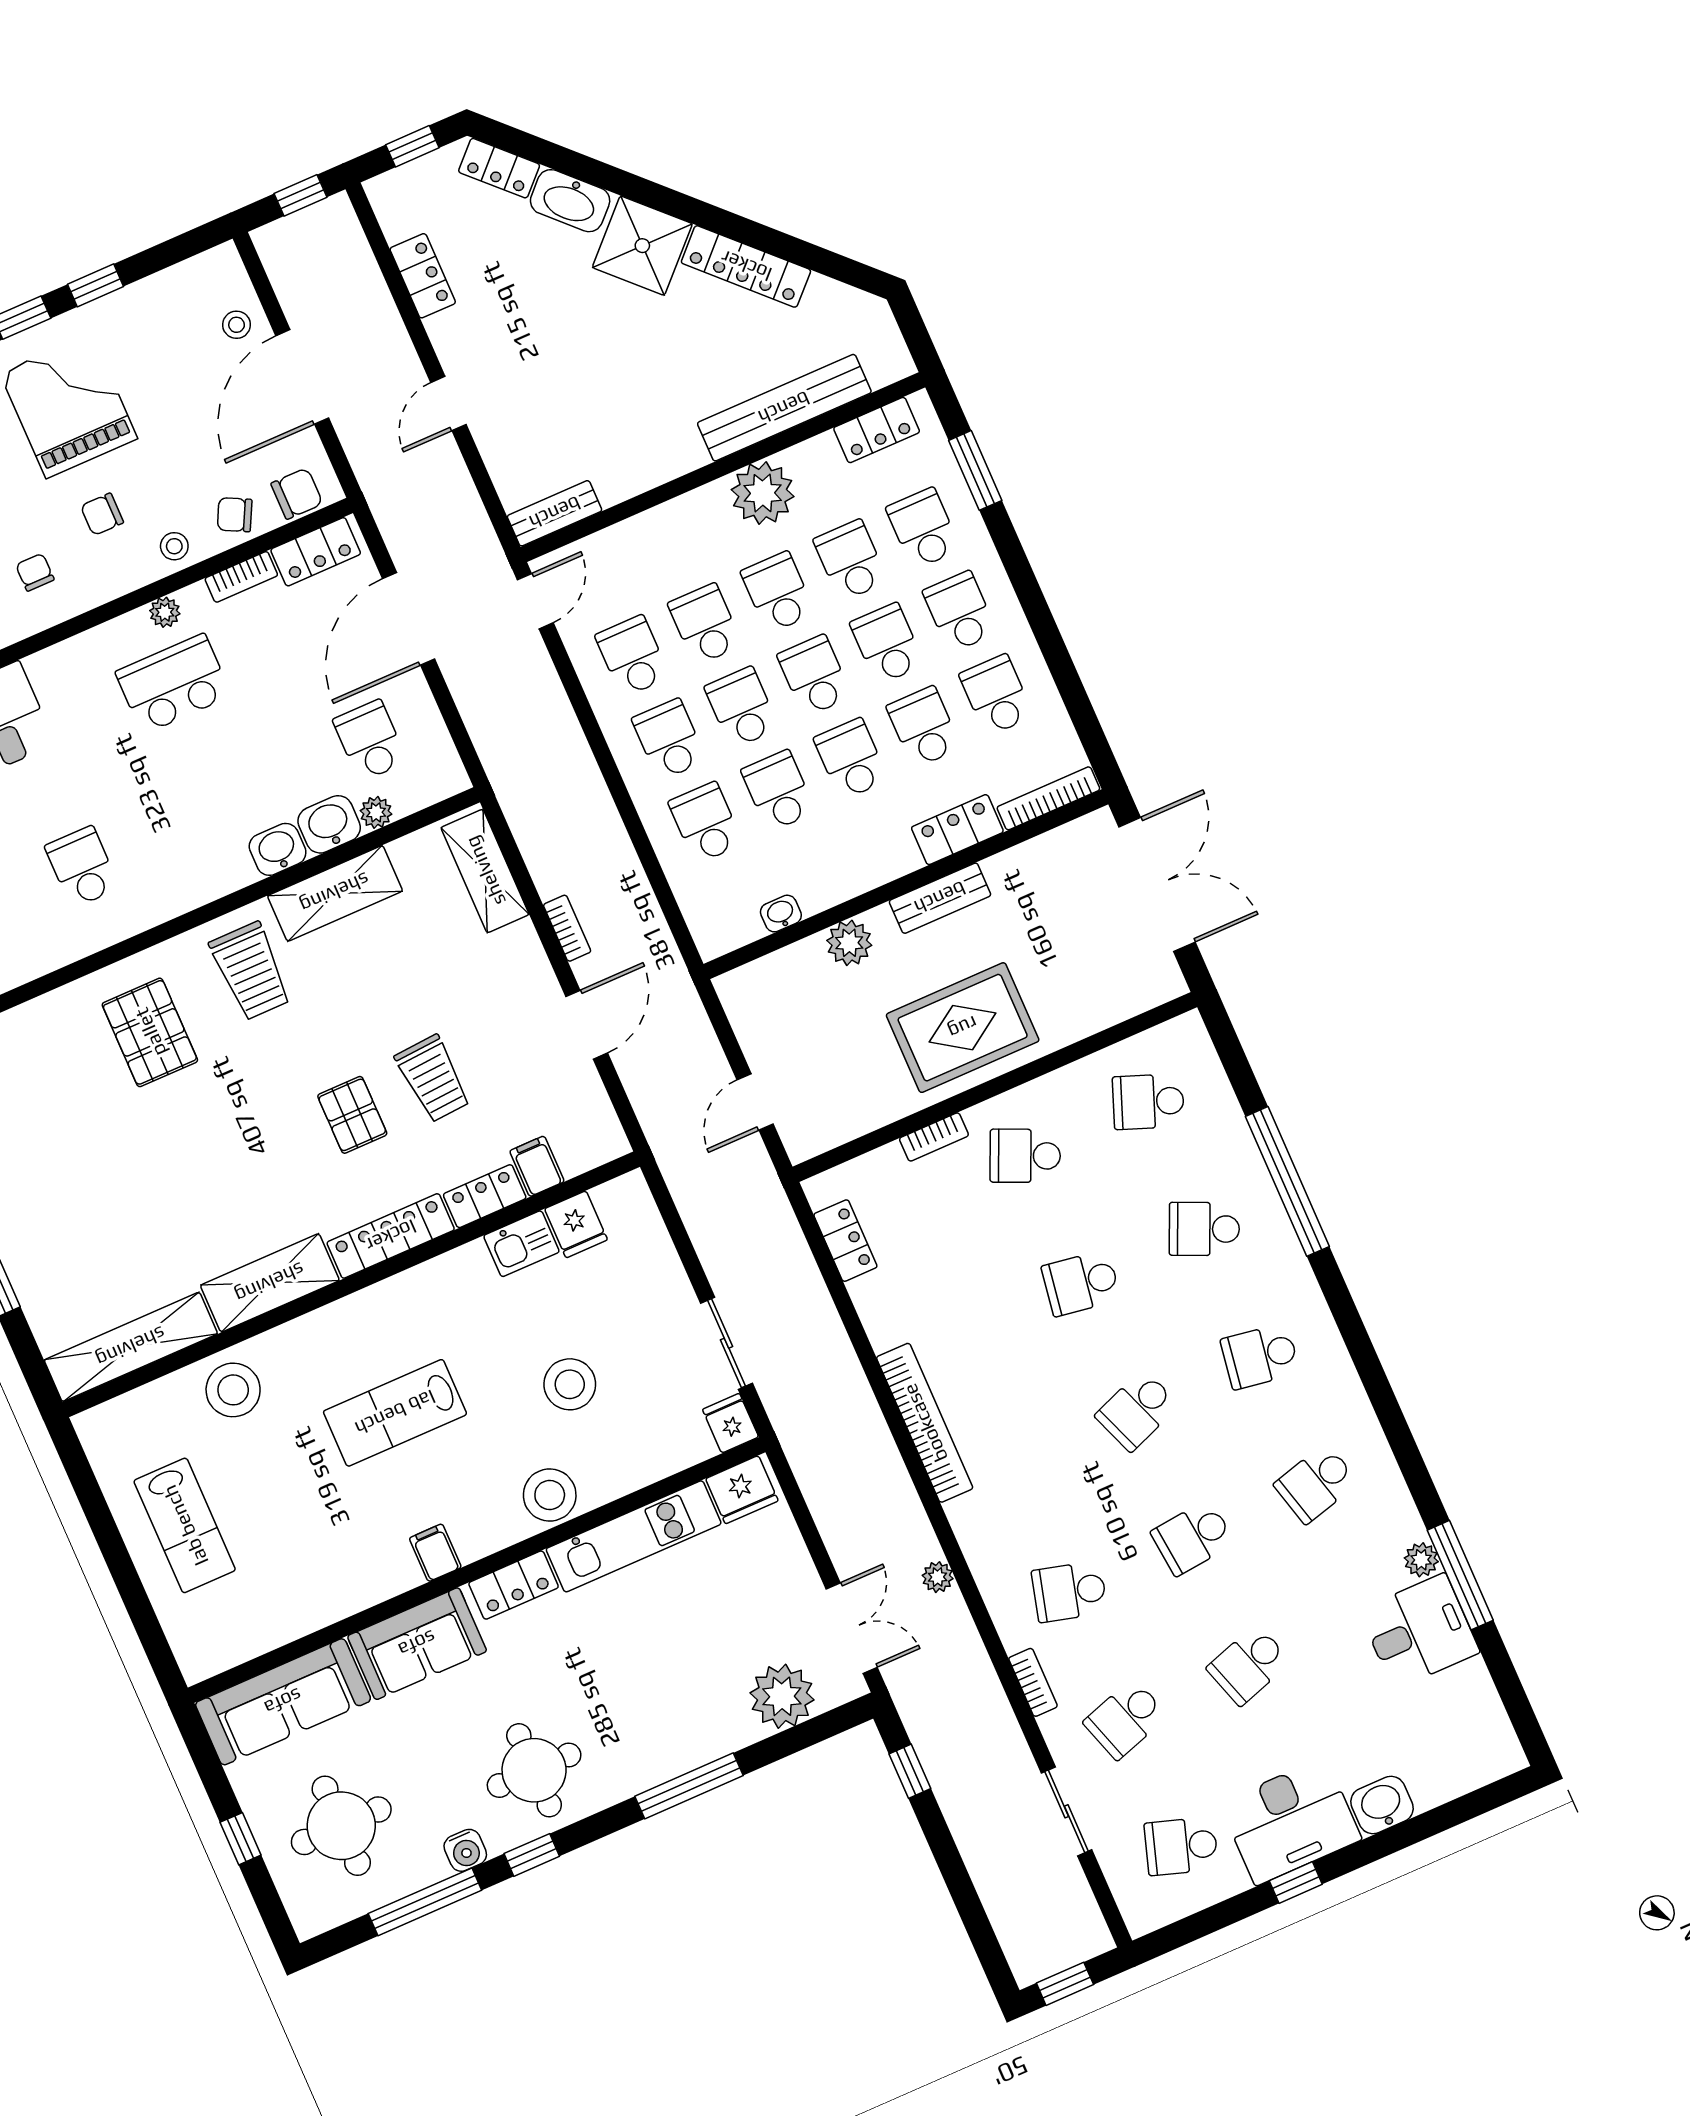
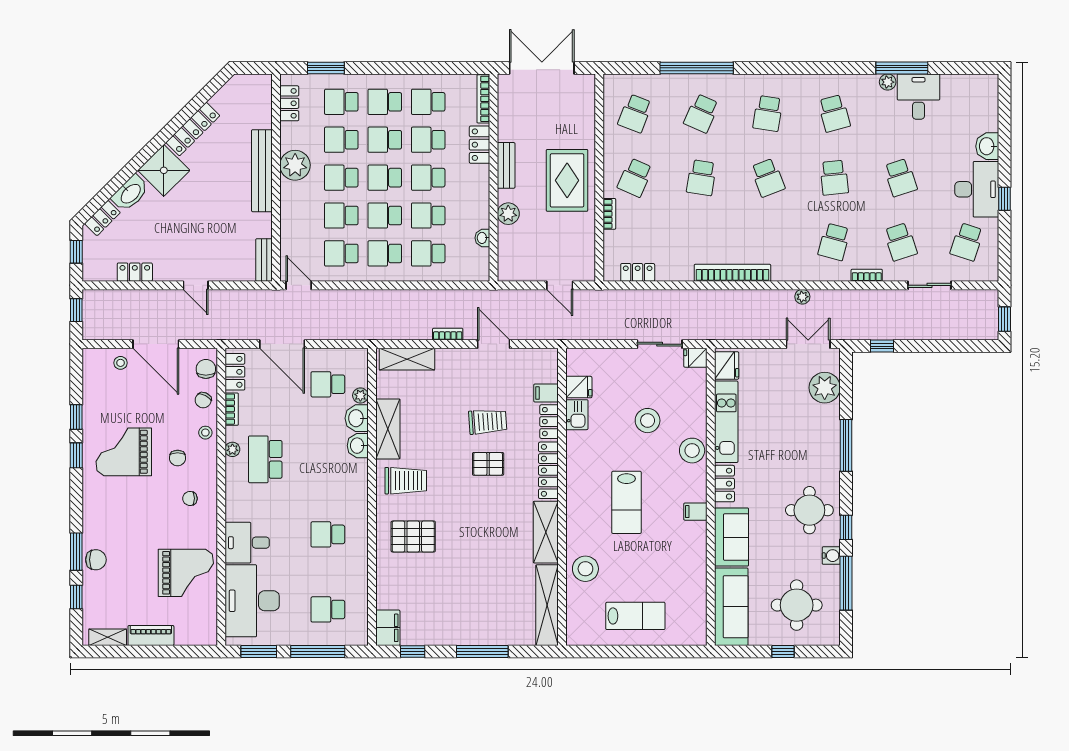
bench: (784, 408) -> (262, 171), moved

